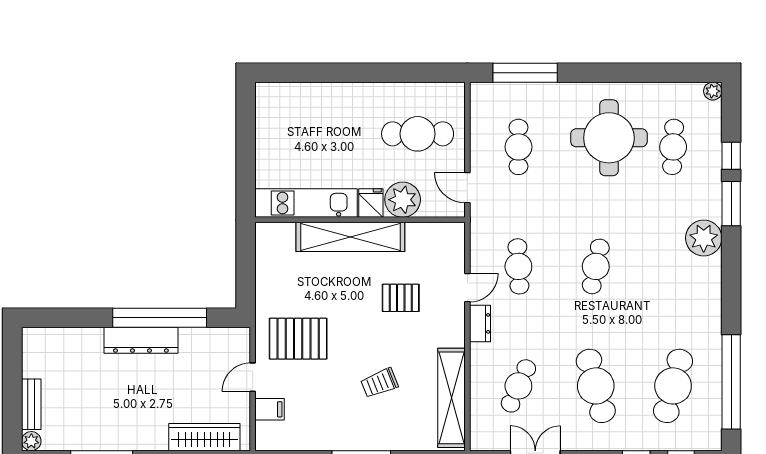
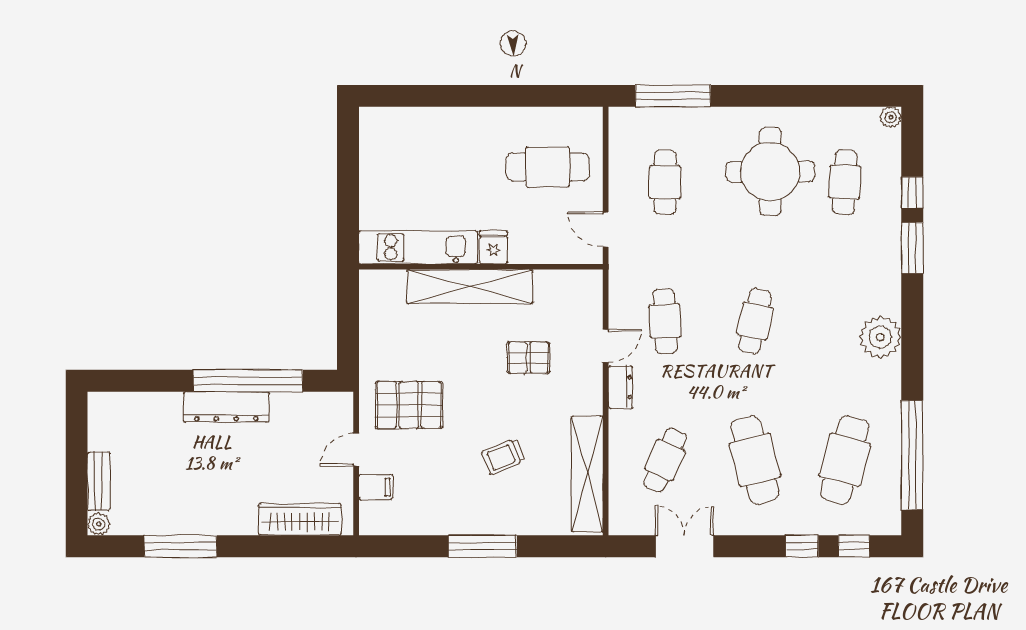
plant: (403, 200) -> (530, 243), removed
plant: (704, 238) -> (880, 337), moved

